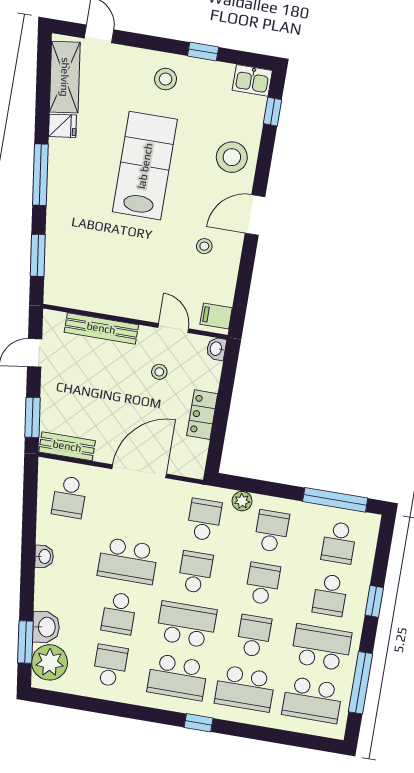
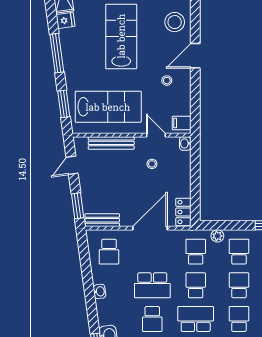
lab bench: (106, 271) -> (108, 107), added
locker: (202, 415) -> (183, 212), moved

